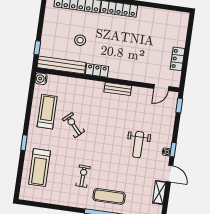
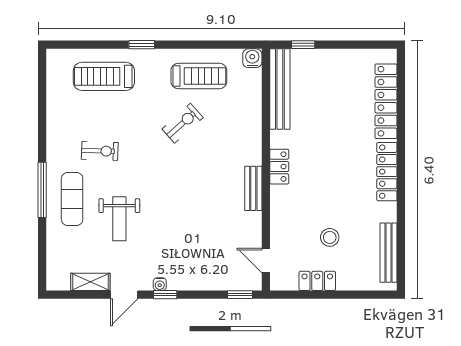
bench: (167, 15) -> (389, 253), added
stool: (80, 40) -> (330, 237), moved
locker: (97, 70) -> (279, 167), moved
weight bench: (138, 145) -> (119, 219), moved, turned -90

